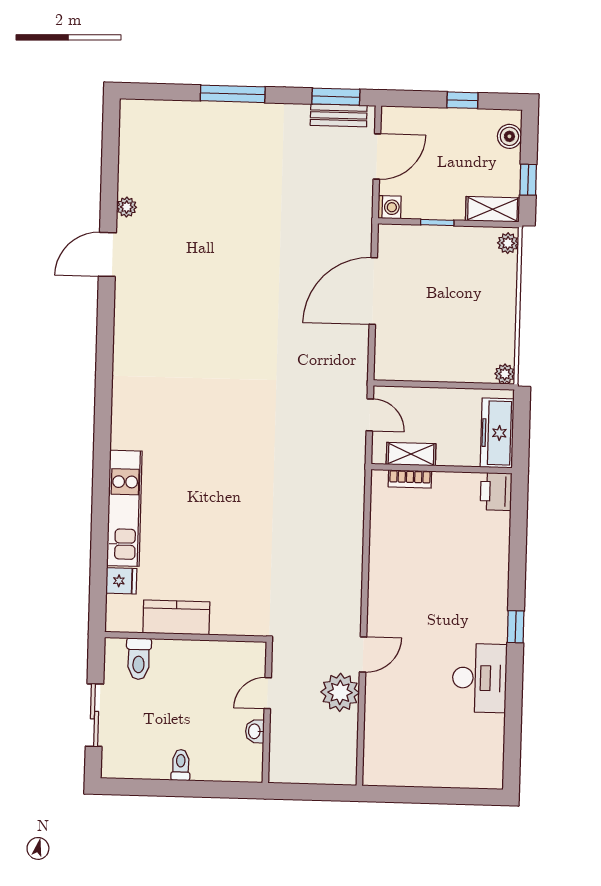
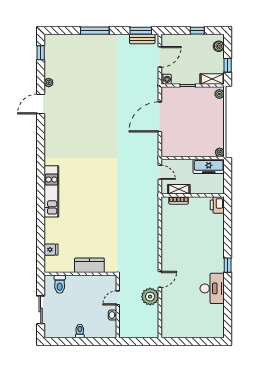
window: (111, 140) -> (41, 53), added
freezer: (497, 433) -> (209, 166), moved, turned -90
kitchen unit: (124, 508) -> (51, 191), moved
kitchen counter: (176, 617) -> (89, 265), moved

